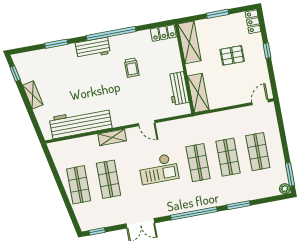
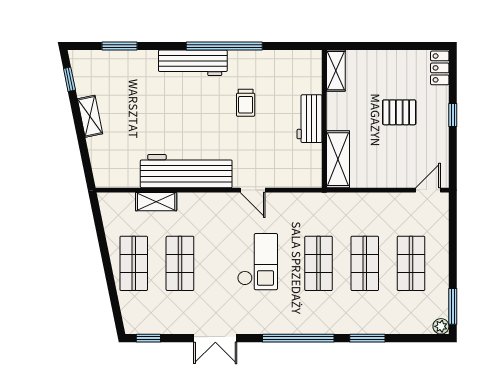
window: (218, 14) -> (389, 46), removed
locker: (163, 33) -> (303, 60), removed
shelving: (189, 42) -> (336, 71), width x0.67, depth x0.75
window: (56, 44) -> (119, 46), moved
workbench: (93, 48) -> (193, 63), width x1.38
workbench: (178, 88) -> (310, 119), moved
workbench: (81, 123) -> (186, 171), moved
shelving: (112, 137) -> (156, 202), moved
checkout: (158, 169) -> (258, 262), turned -90

